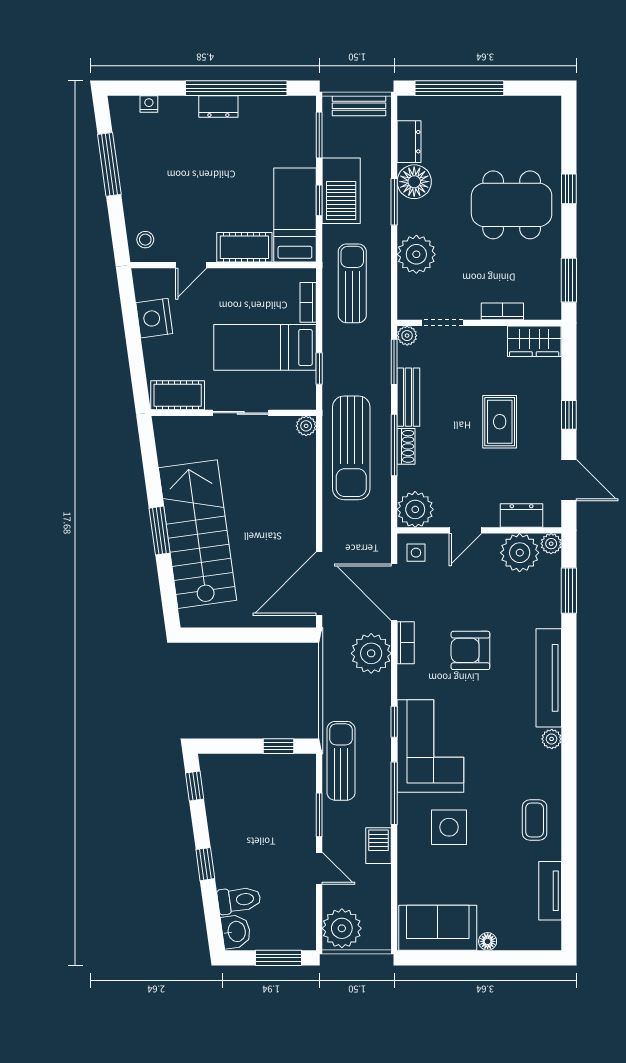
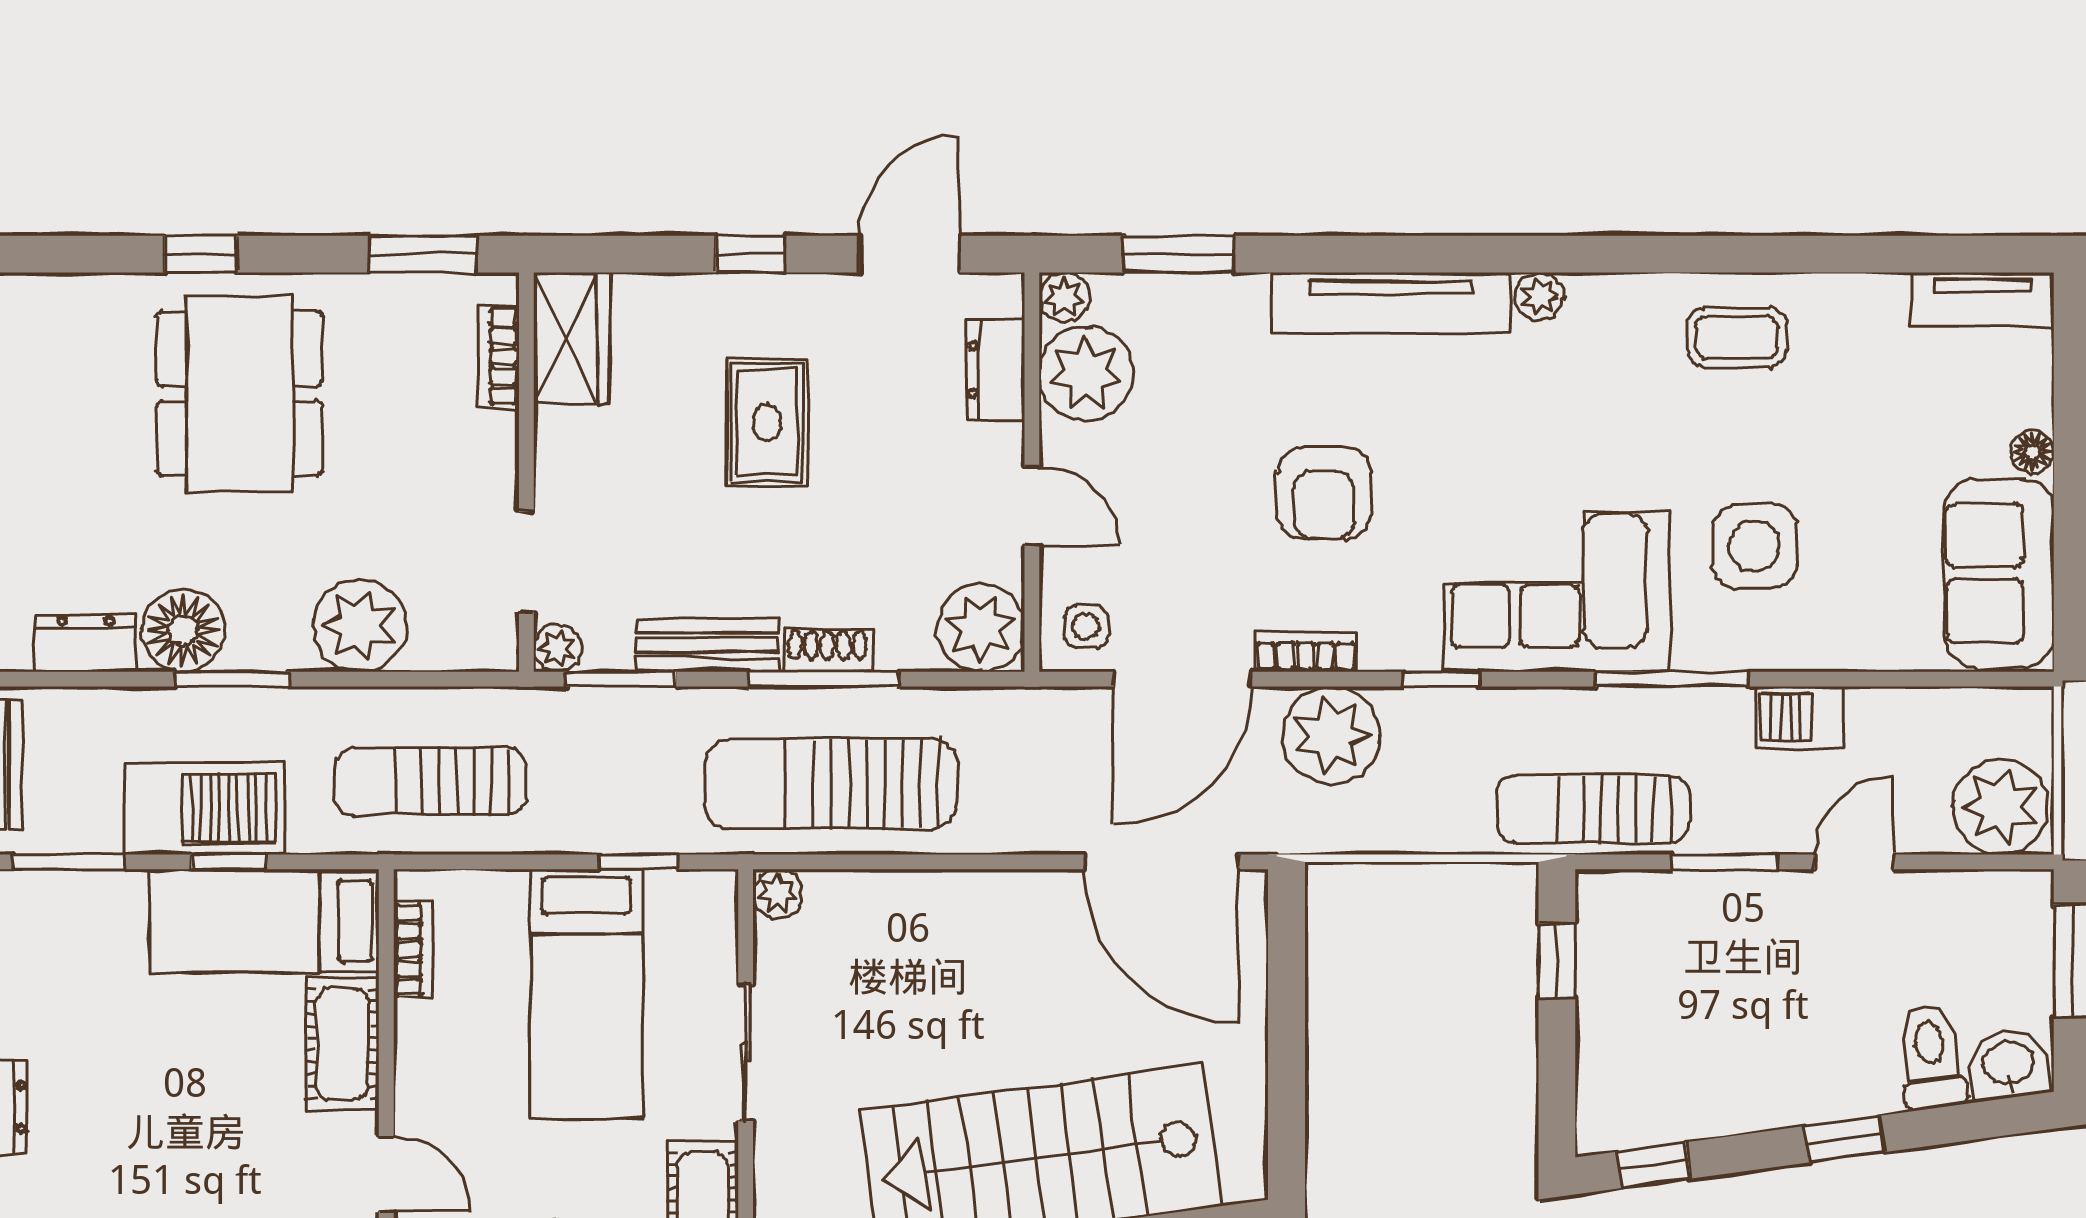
bookcase: (308, 302) -> (413, 950), moved, turned -90
bookcase: (502, 311) -> (499, 356), moved
rug: (500, 422) -> (767, 422), turned 90
sun lounger: (351, 448) -> (831, 784), turned 180
window: (394, 722) -> (1441, 679), moved
tv unit: (550, 891) -> (1983, 300), moved

